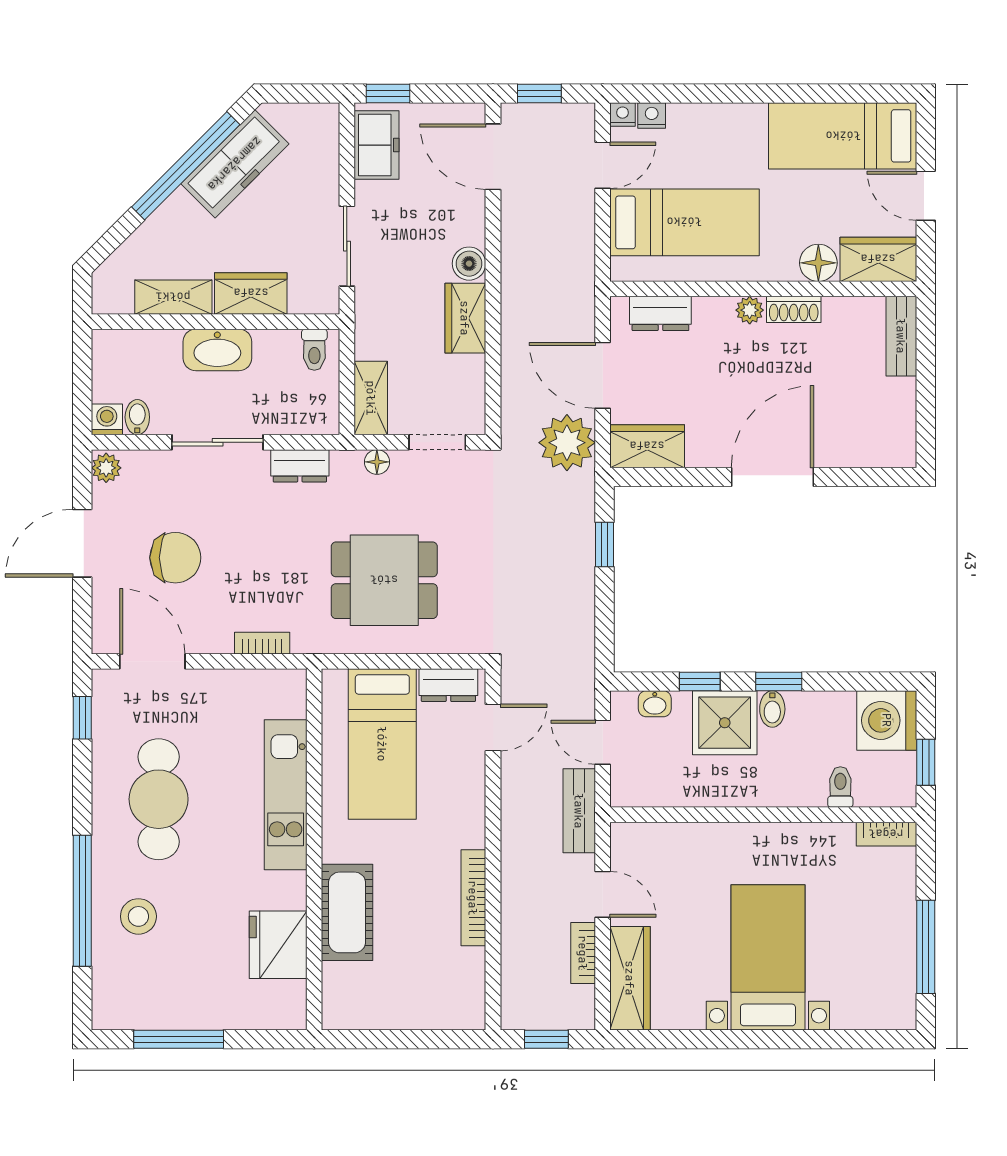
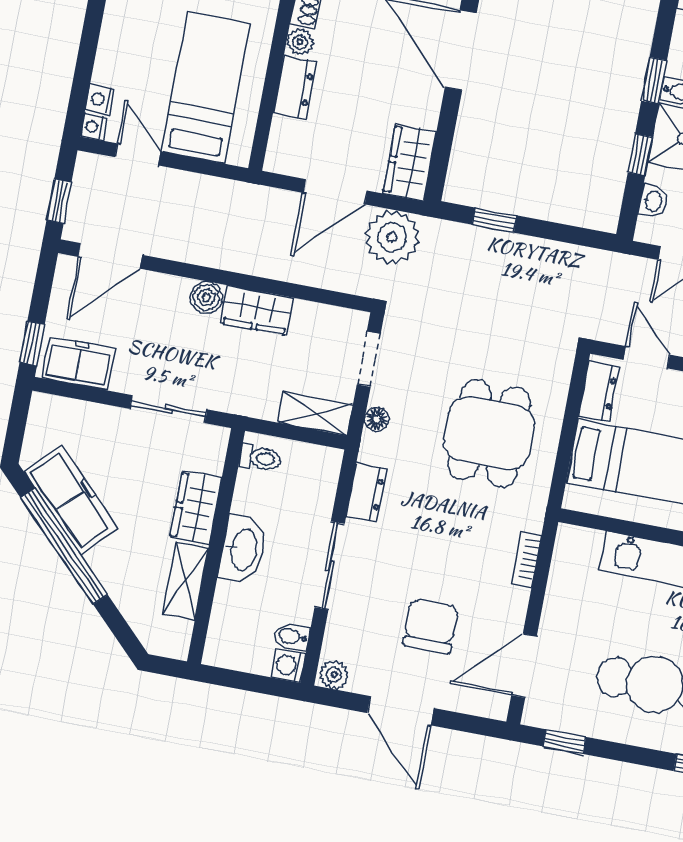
dresser: (660, 313) -> (295, 87), moved

